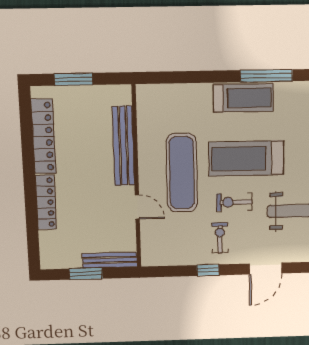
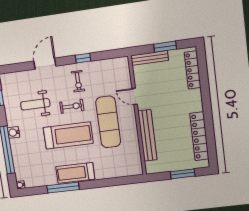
locker: (46, 202) -> (193, 70), moved

